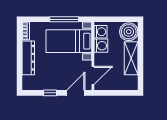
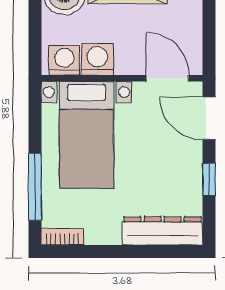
window: (64, 19) -> (35, 187), moved
dresser: (28, 58) -> (162, 231), moved

